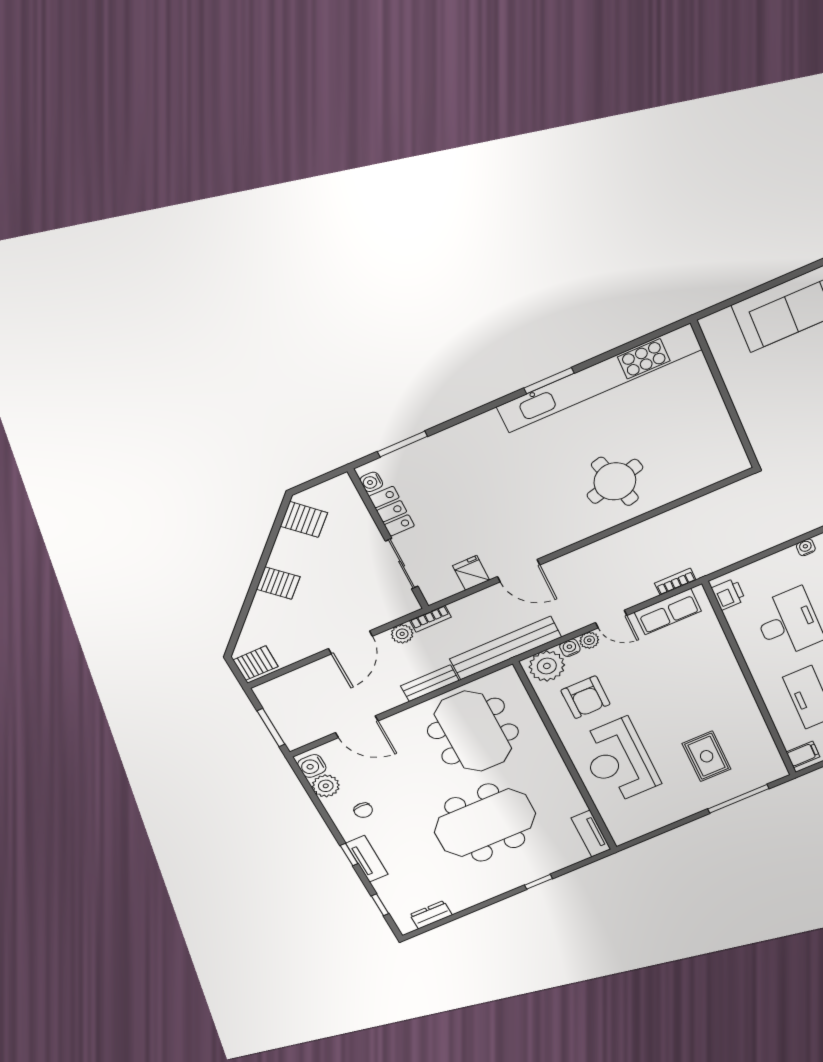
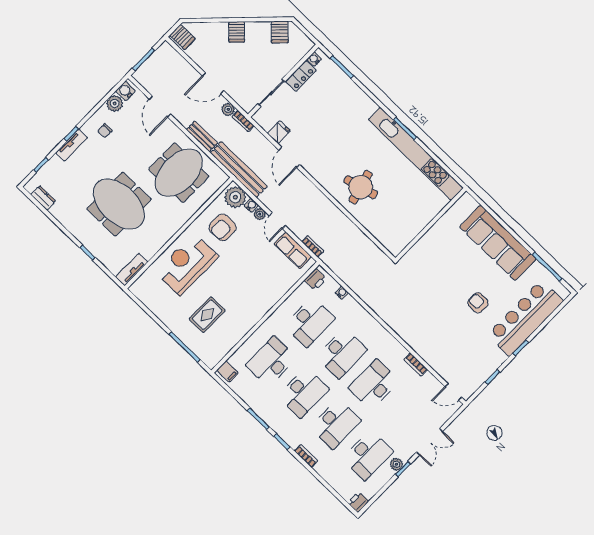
water cooler: (806, 547) -> (342, 293), moved

